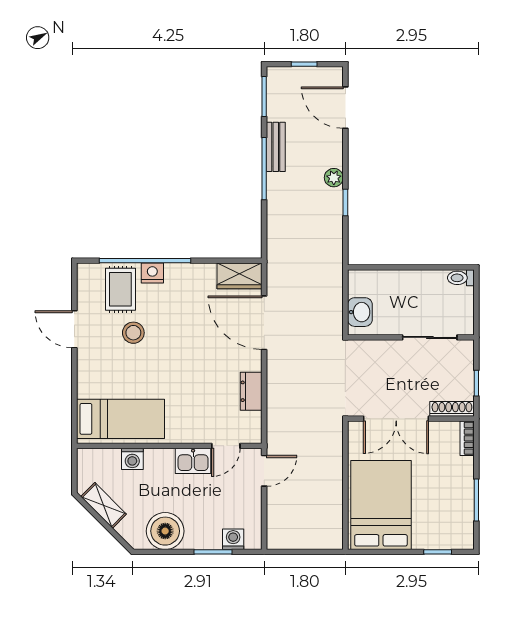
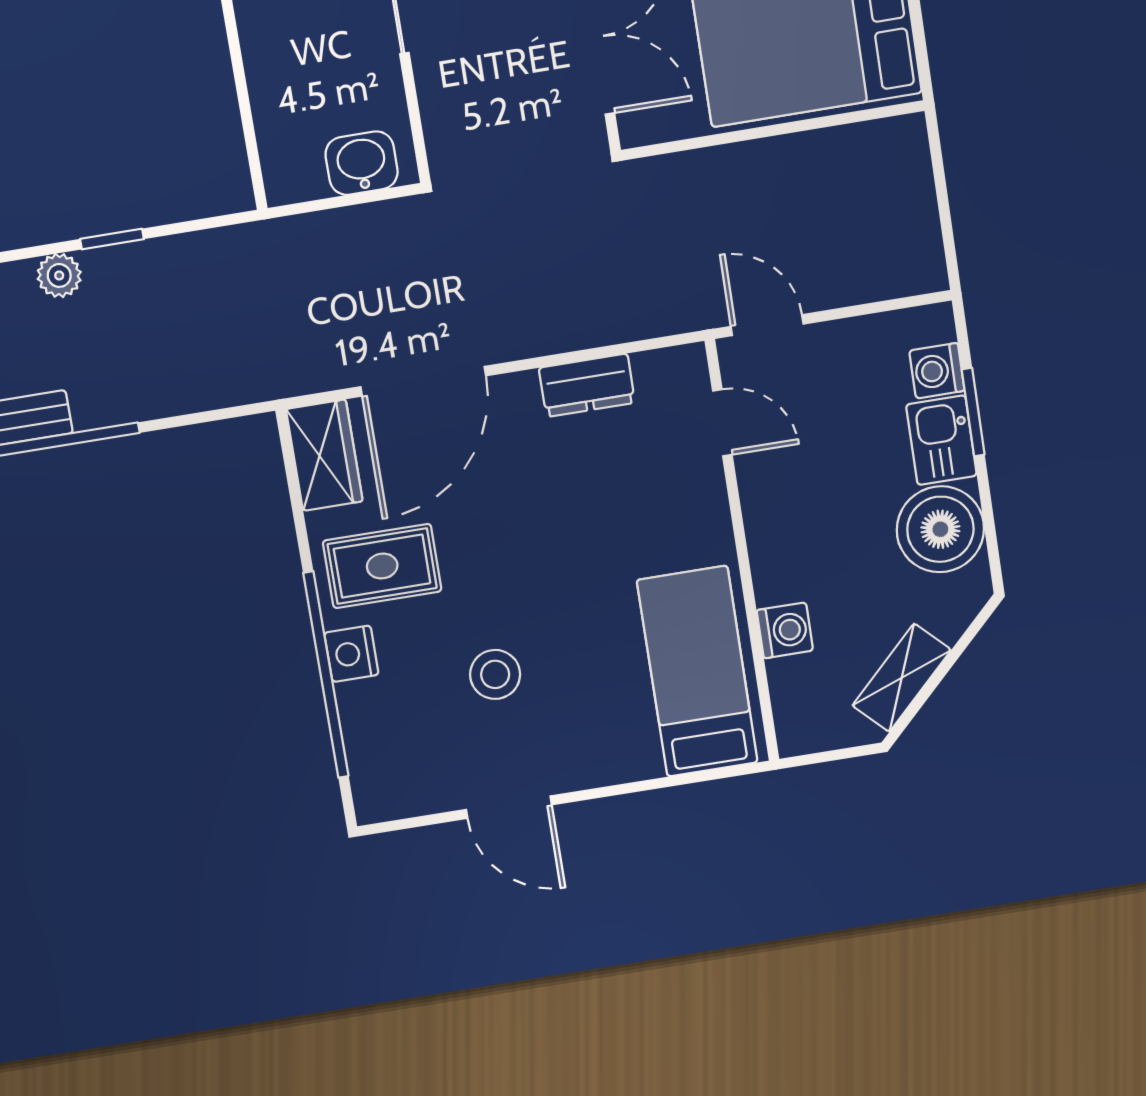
rug: (120, 289) -> (382, 566), moved
door: (74, 329) -> (509, 807), hinge flipped
kitchen sink: (193, 461) -> (941, 440), moved, turned 180

